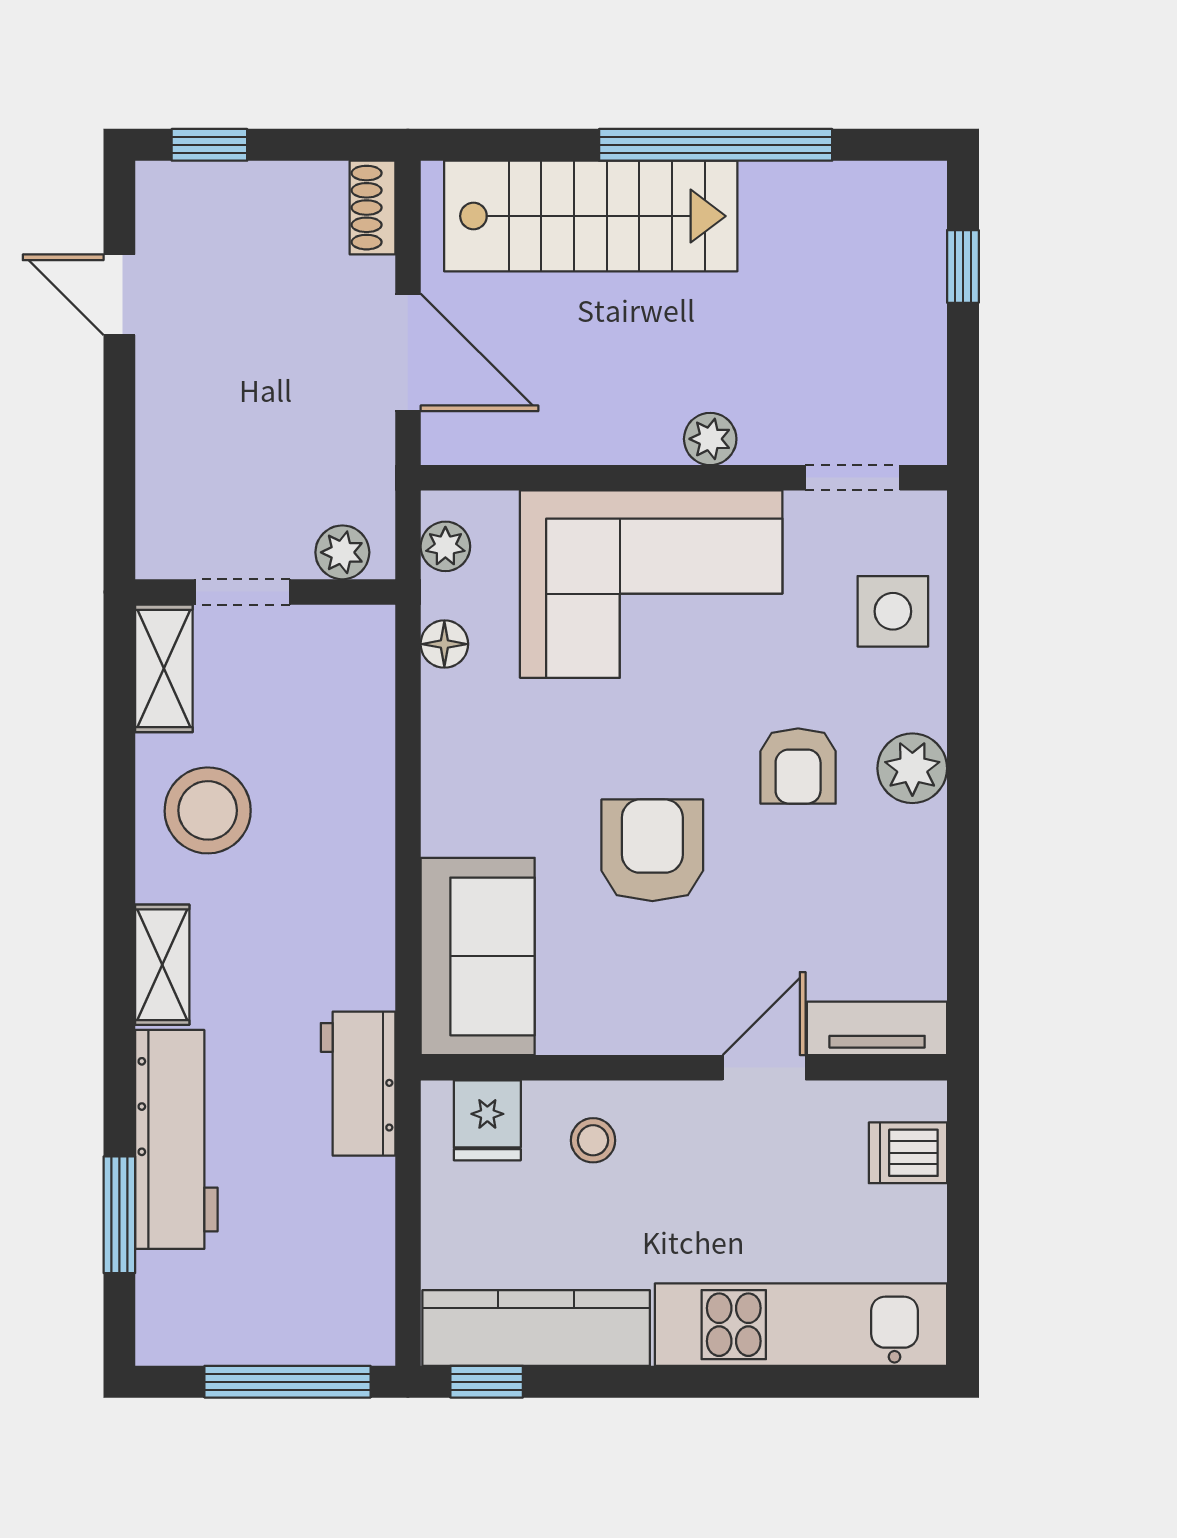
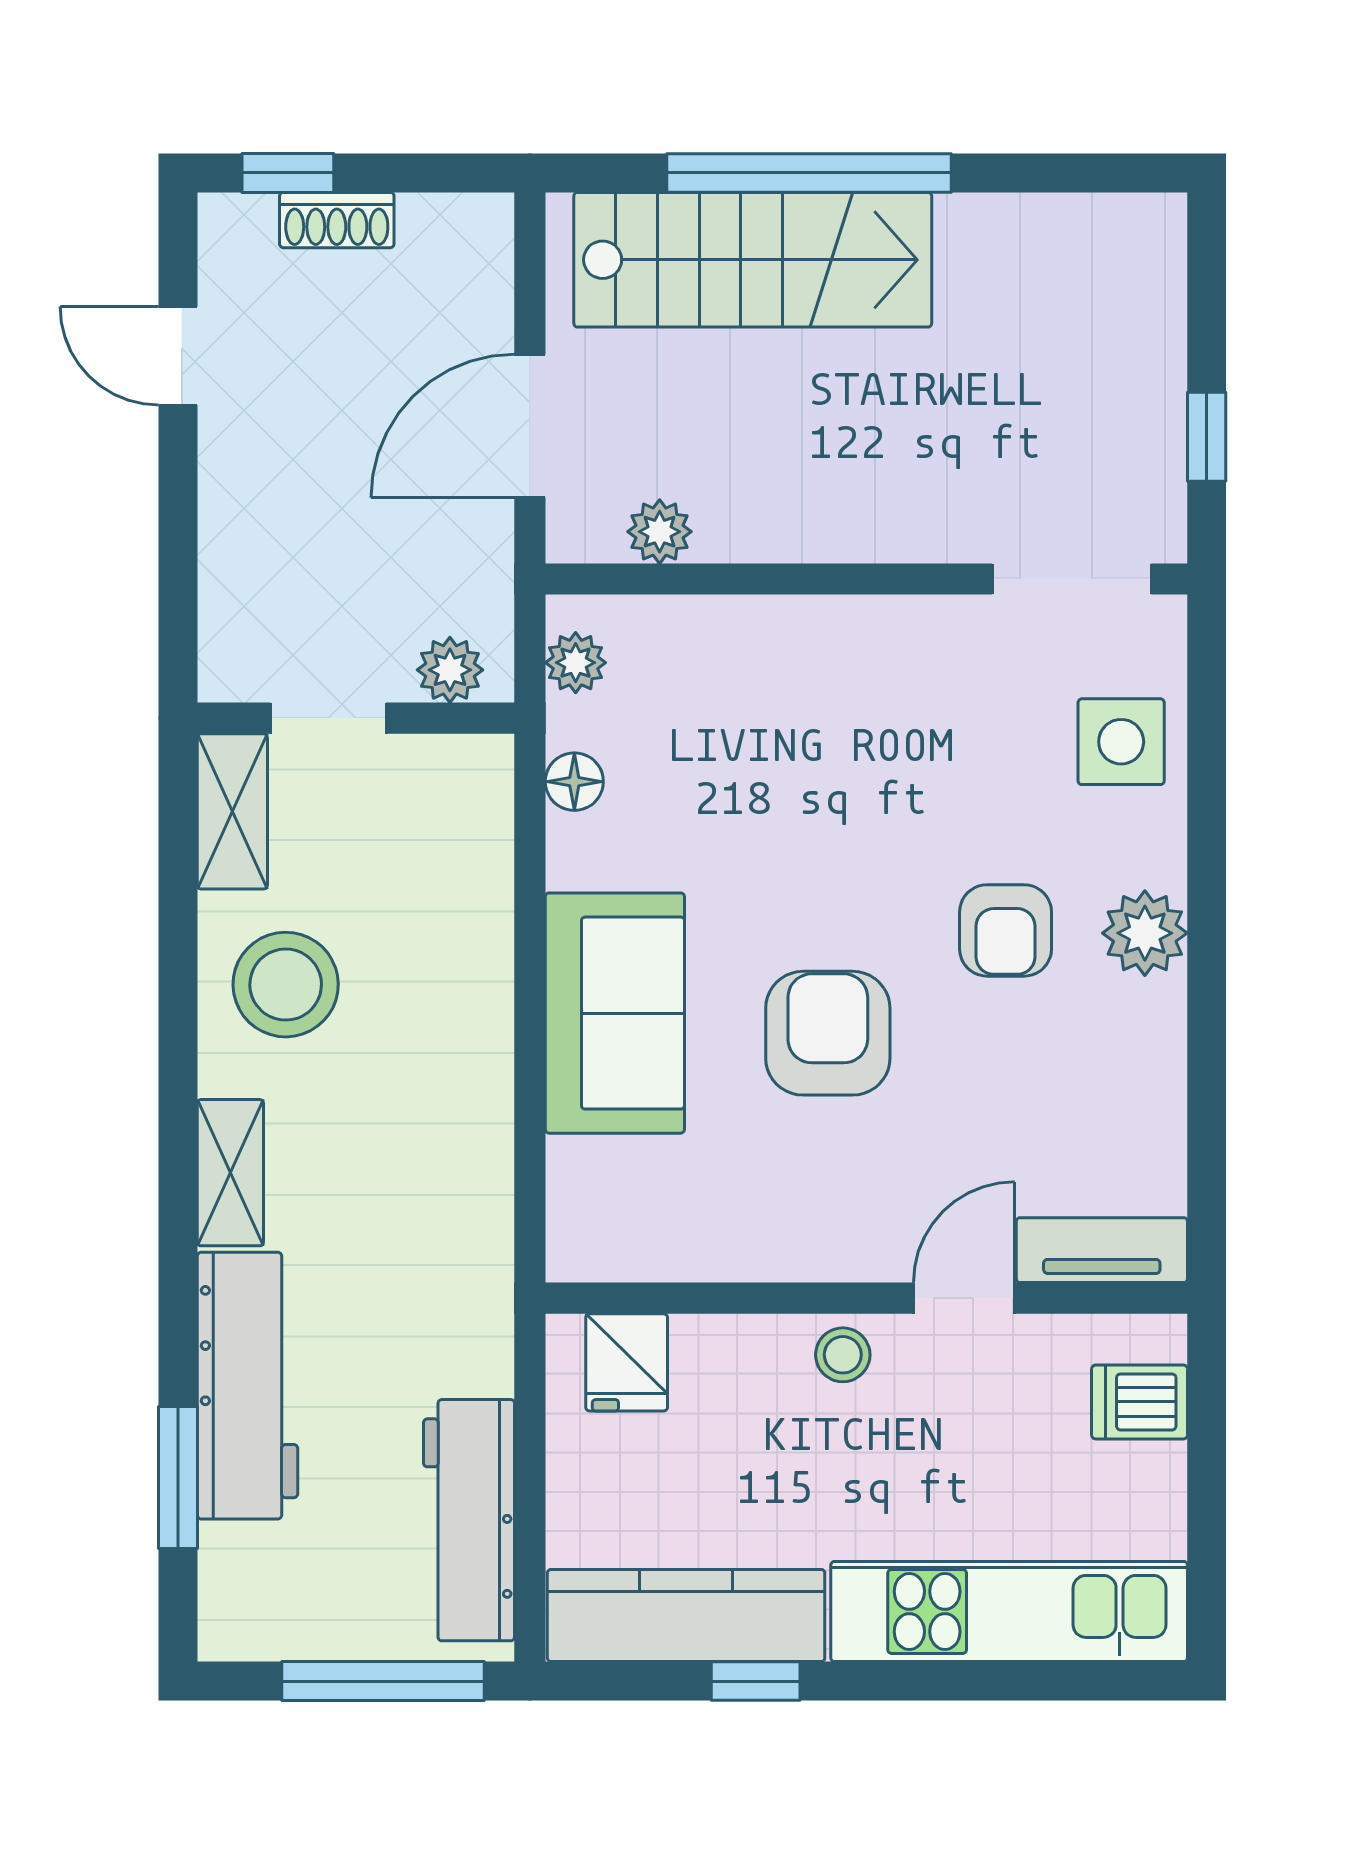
window: (716, 145) -> (809, 173), moved
shoe rack: (372, 208) -> (337, 220), moved, turned -90
window: (963, 266) -> (1207, 437), moved
door: (408, 352) -> (530, 426), swing flipped
plant: (710, 439) -> (660, 532), moved
doorway: (852, 478) -> (1072, 579), width x1.38
corner sofa: (651, 584) -> (826, 709), removed
sofa: (478, 956) -> (615, 1013), moved
workbench: (358, 1084) -> (469, 1520), moved, width x1.38
stool: (593, 1140) -> (843, 1355), moved
window: (487, 1382) -> (756, 1681), moved

